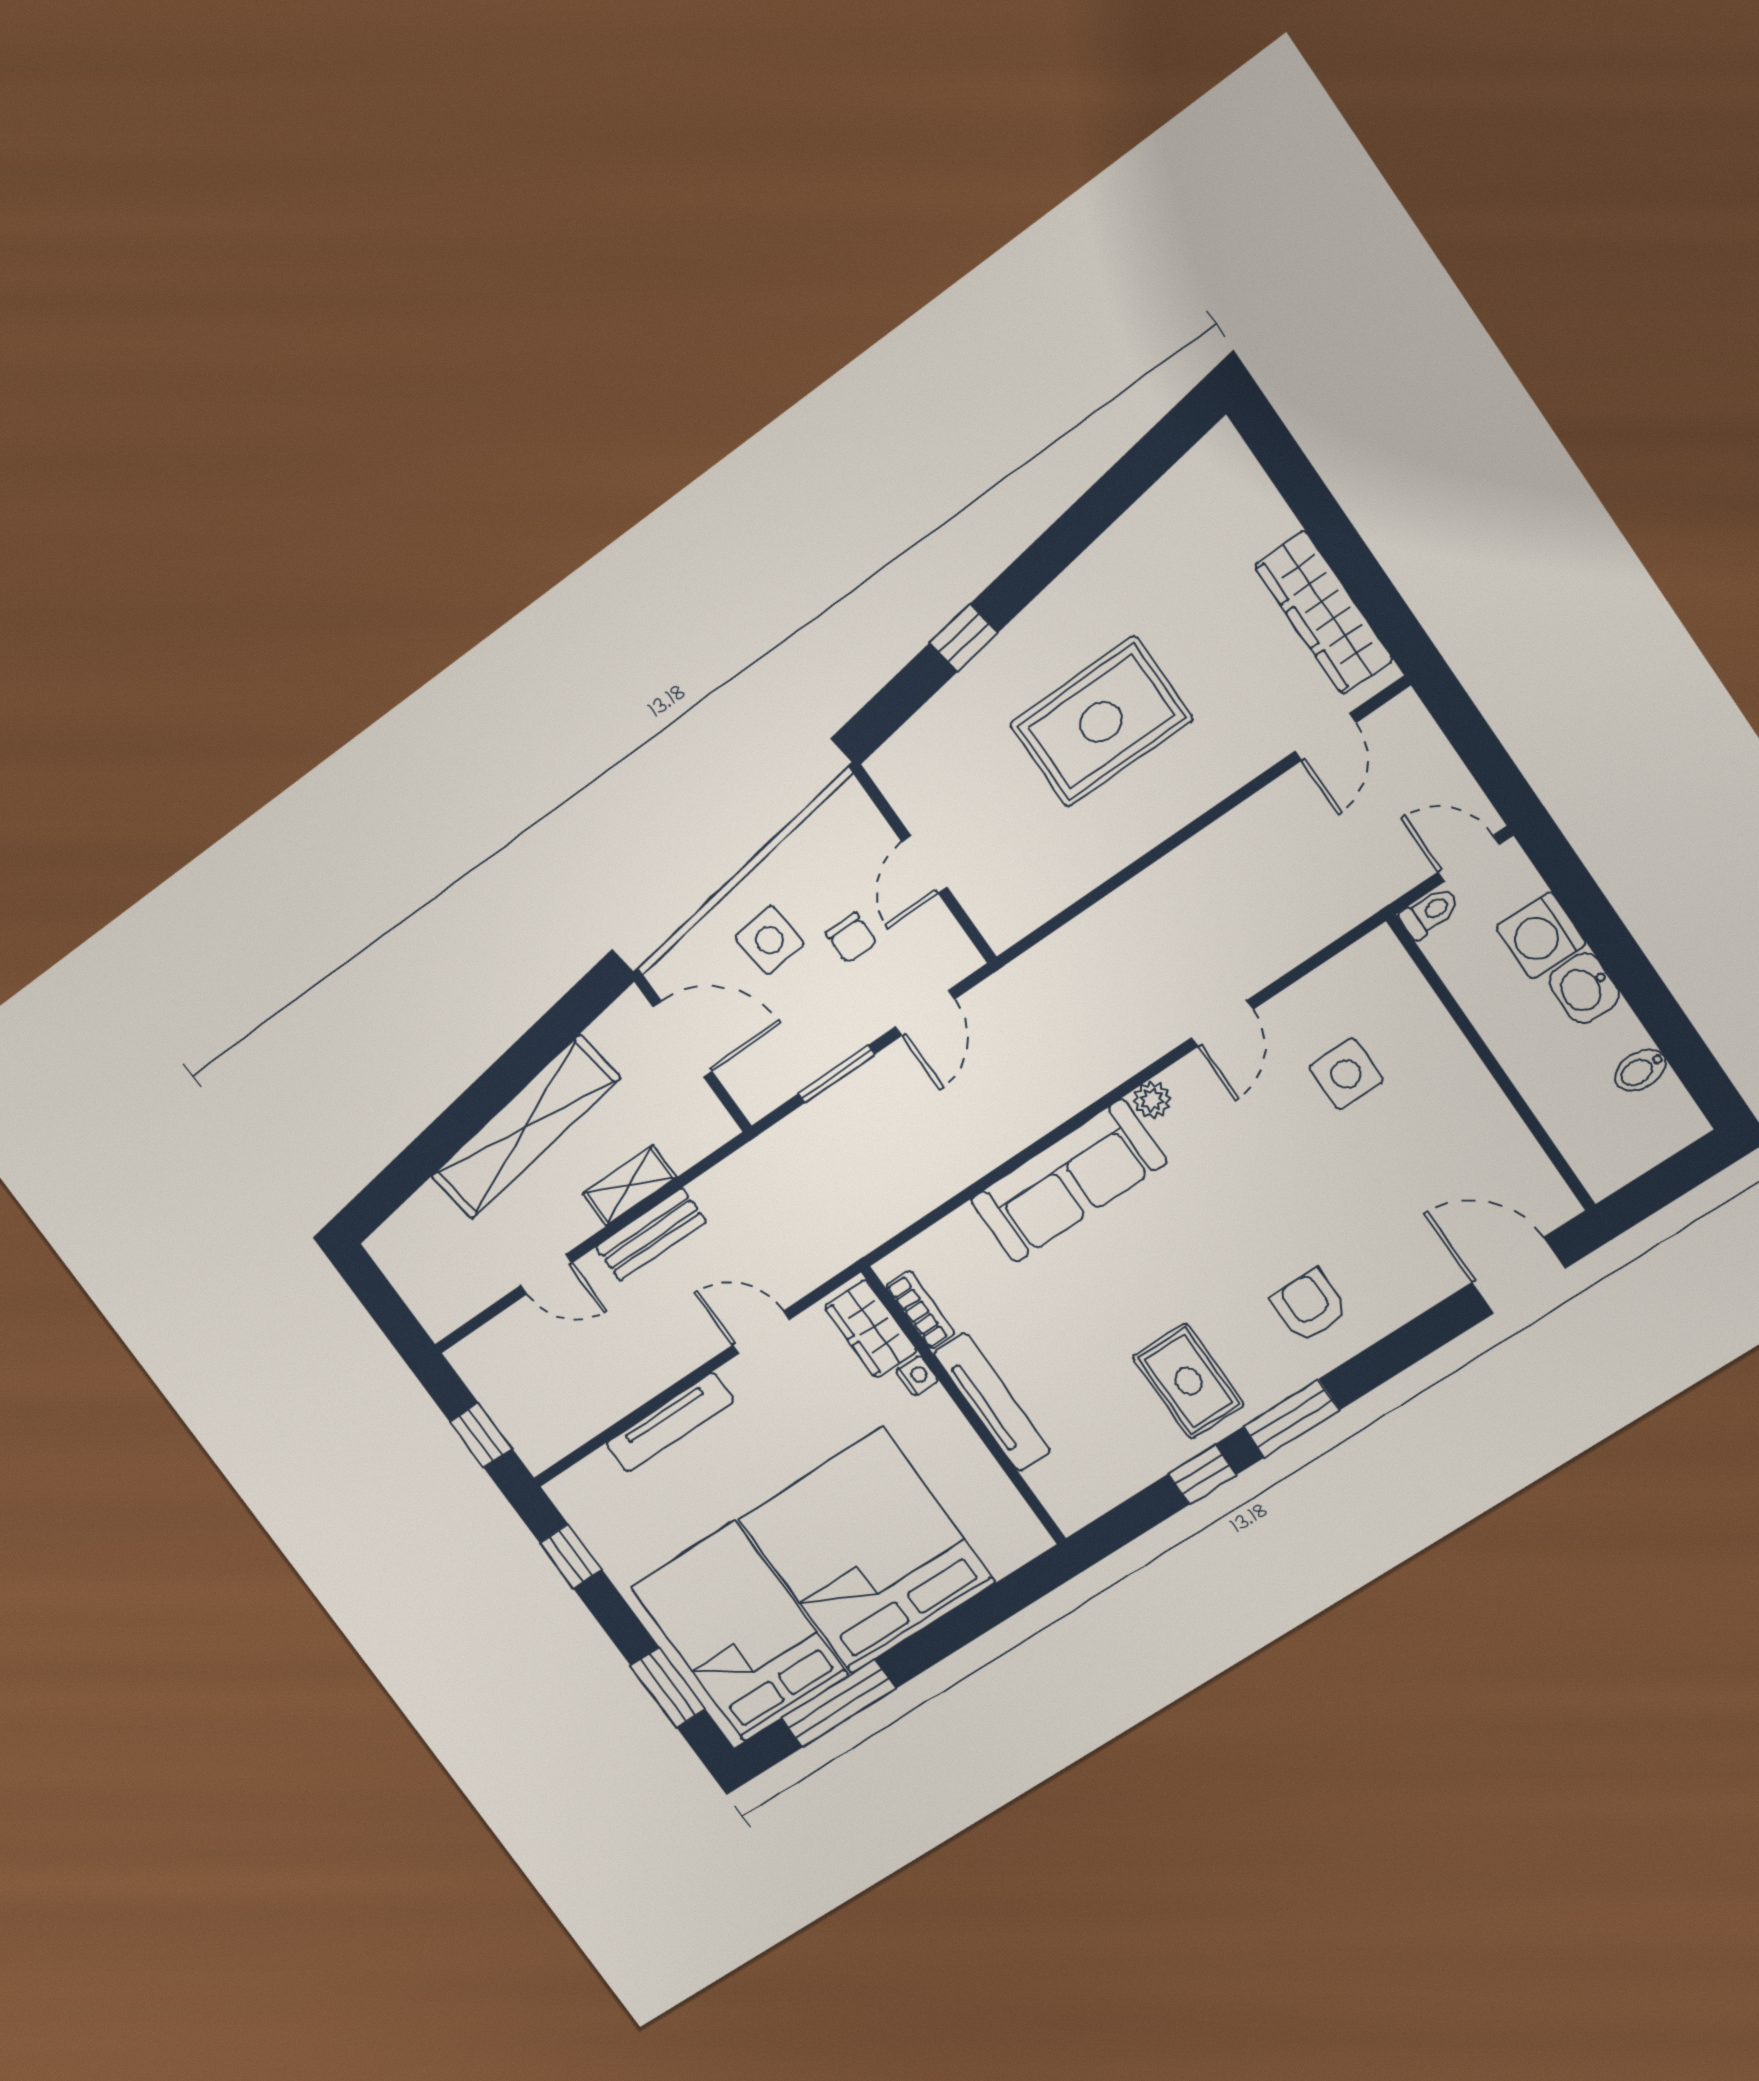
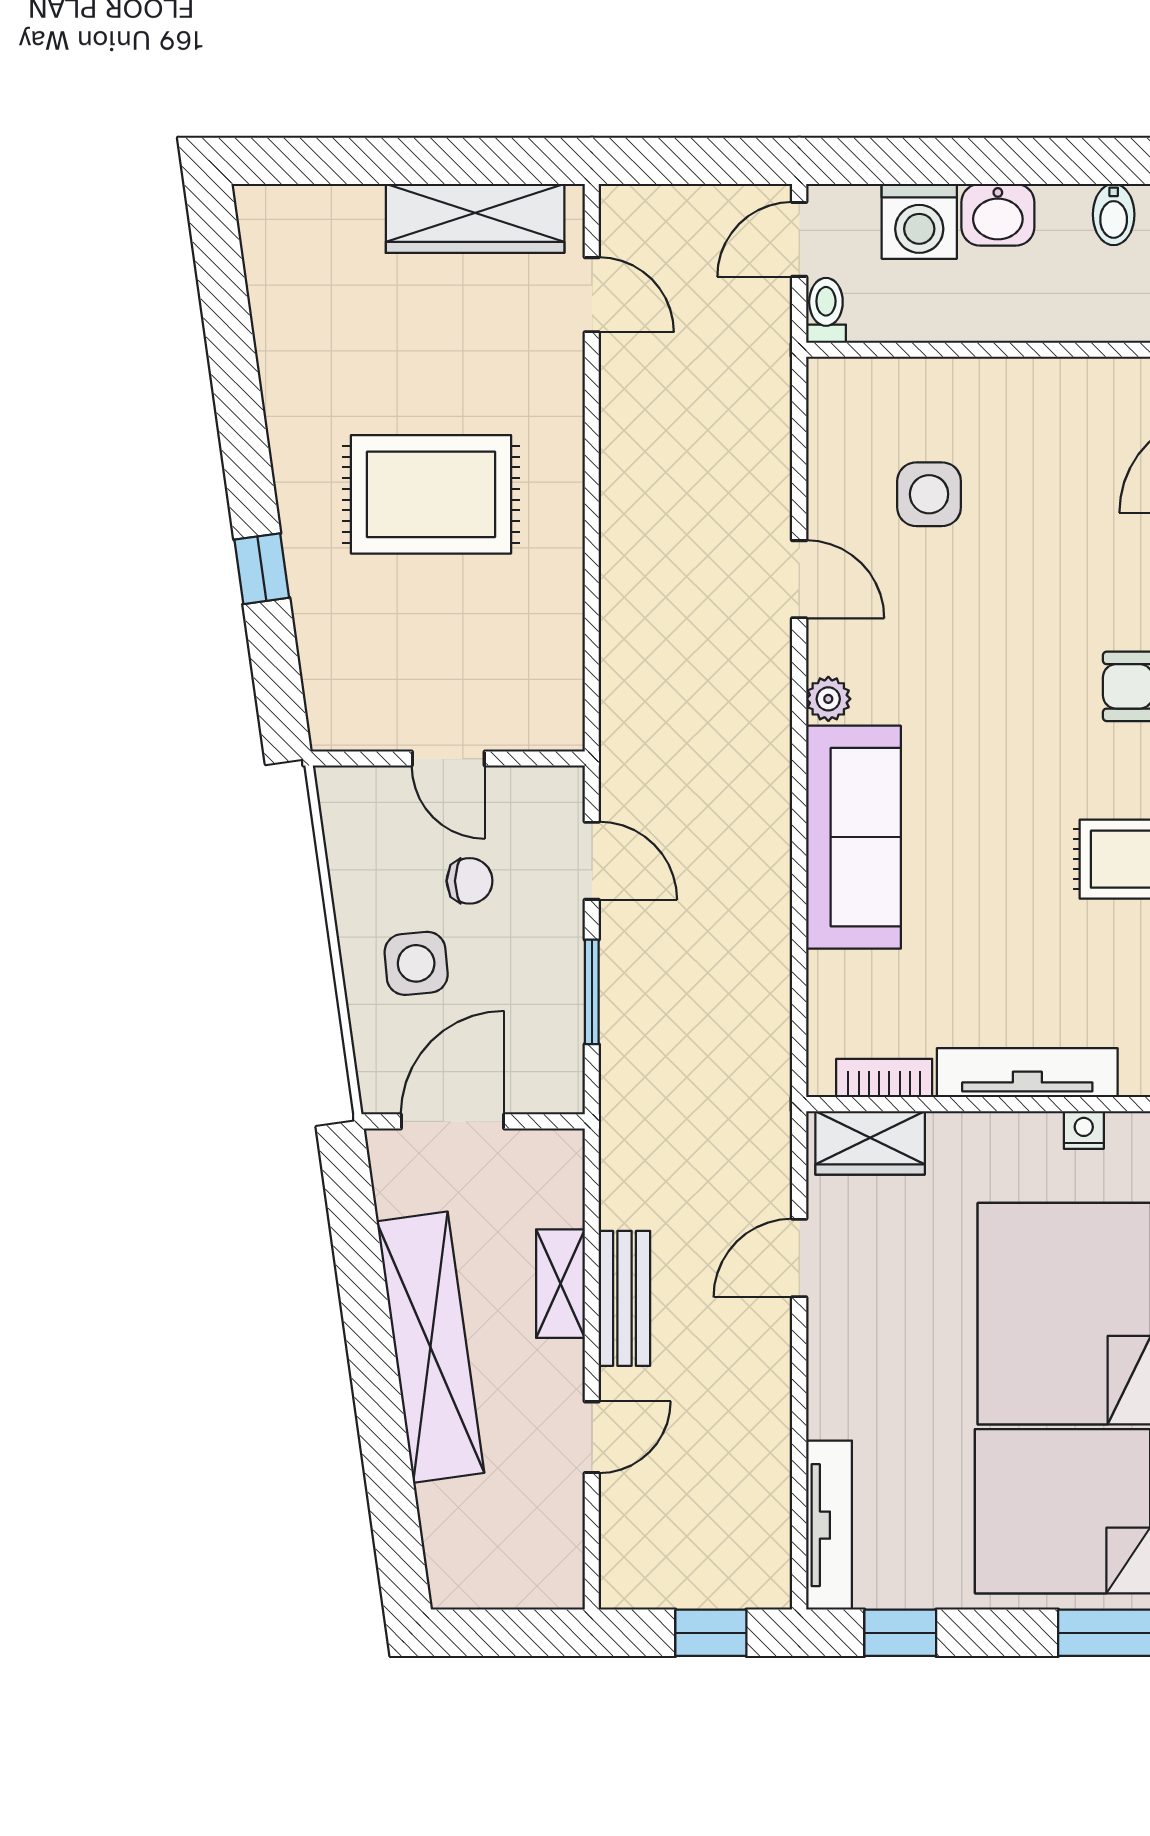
rug: (1101, 722) -> (431, 494), turned 90
nightstand: (917, 1376) -> (1084, 1130), moved
tv unit: (670, 1422) -> (829, 1525), moved

